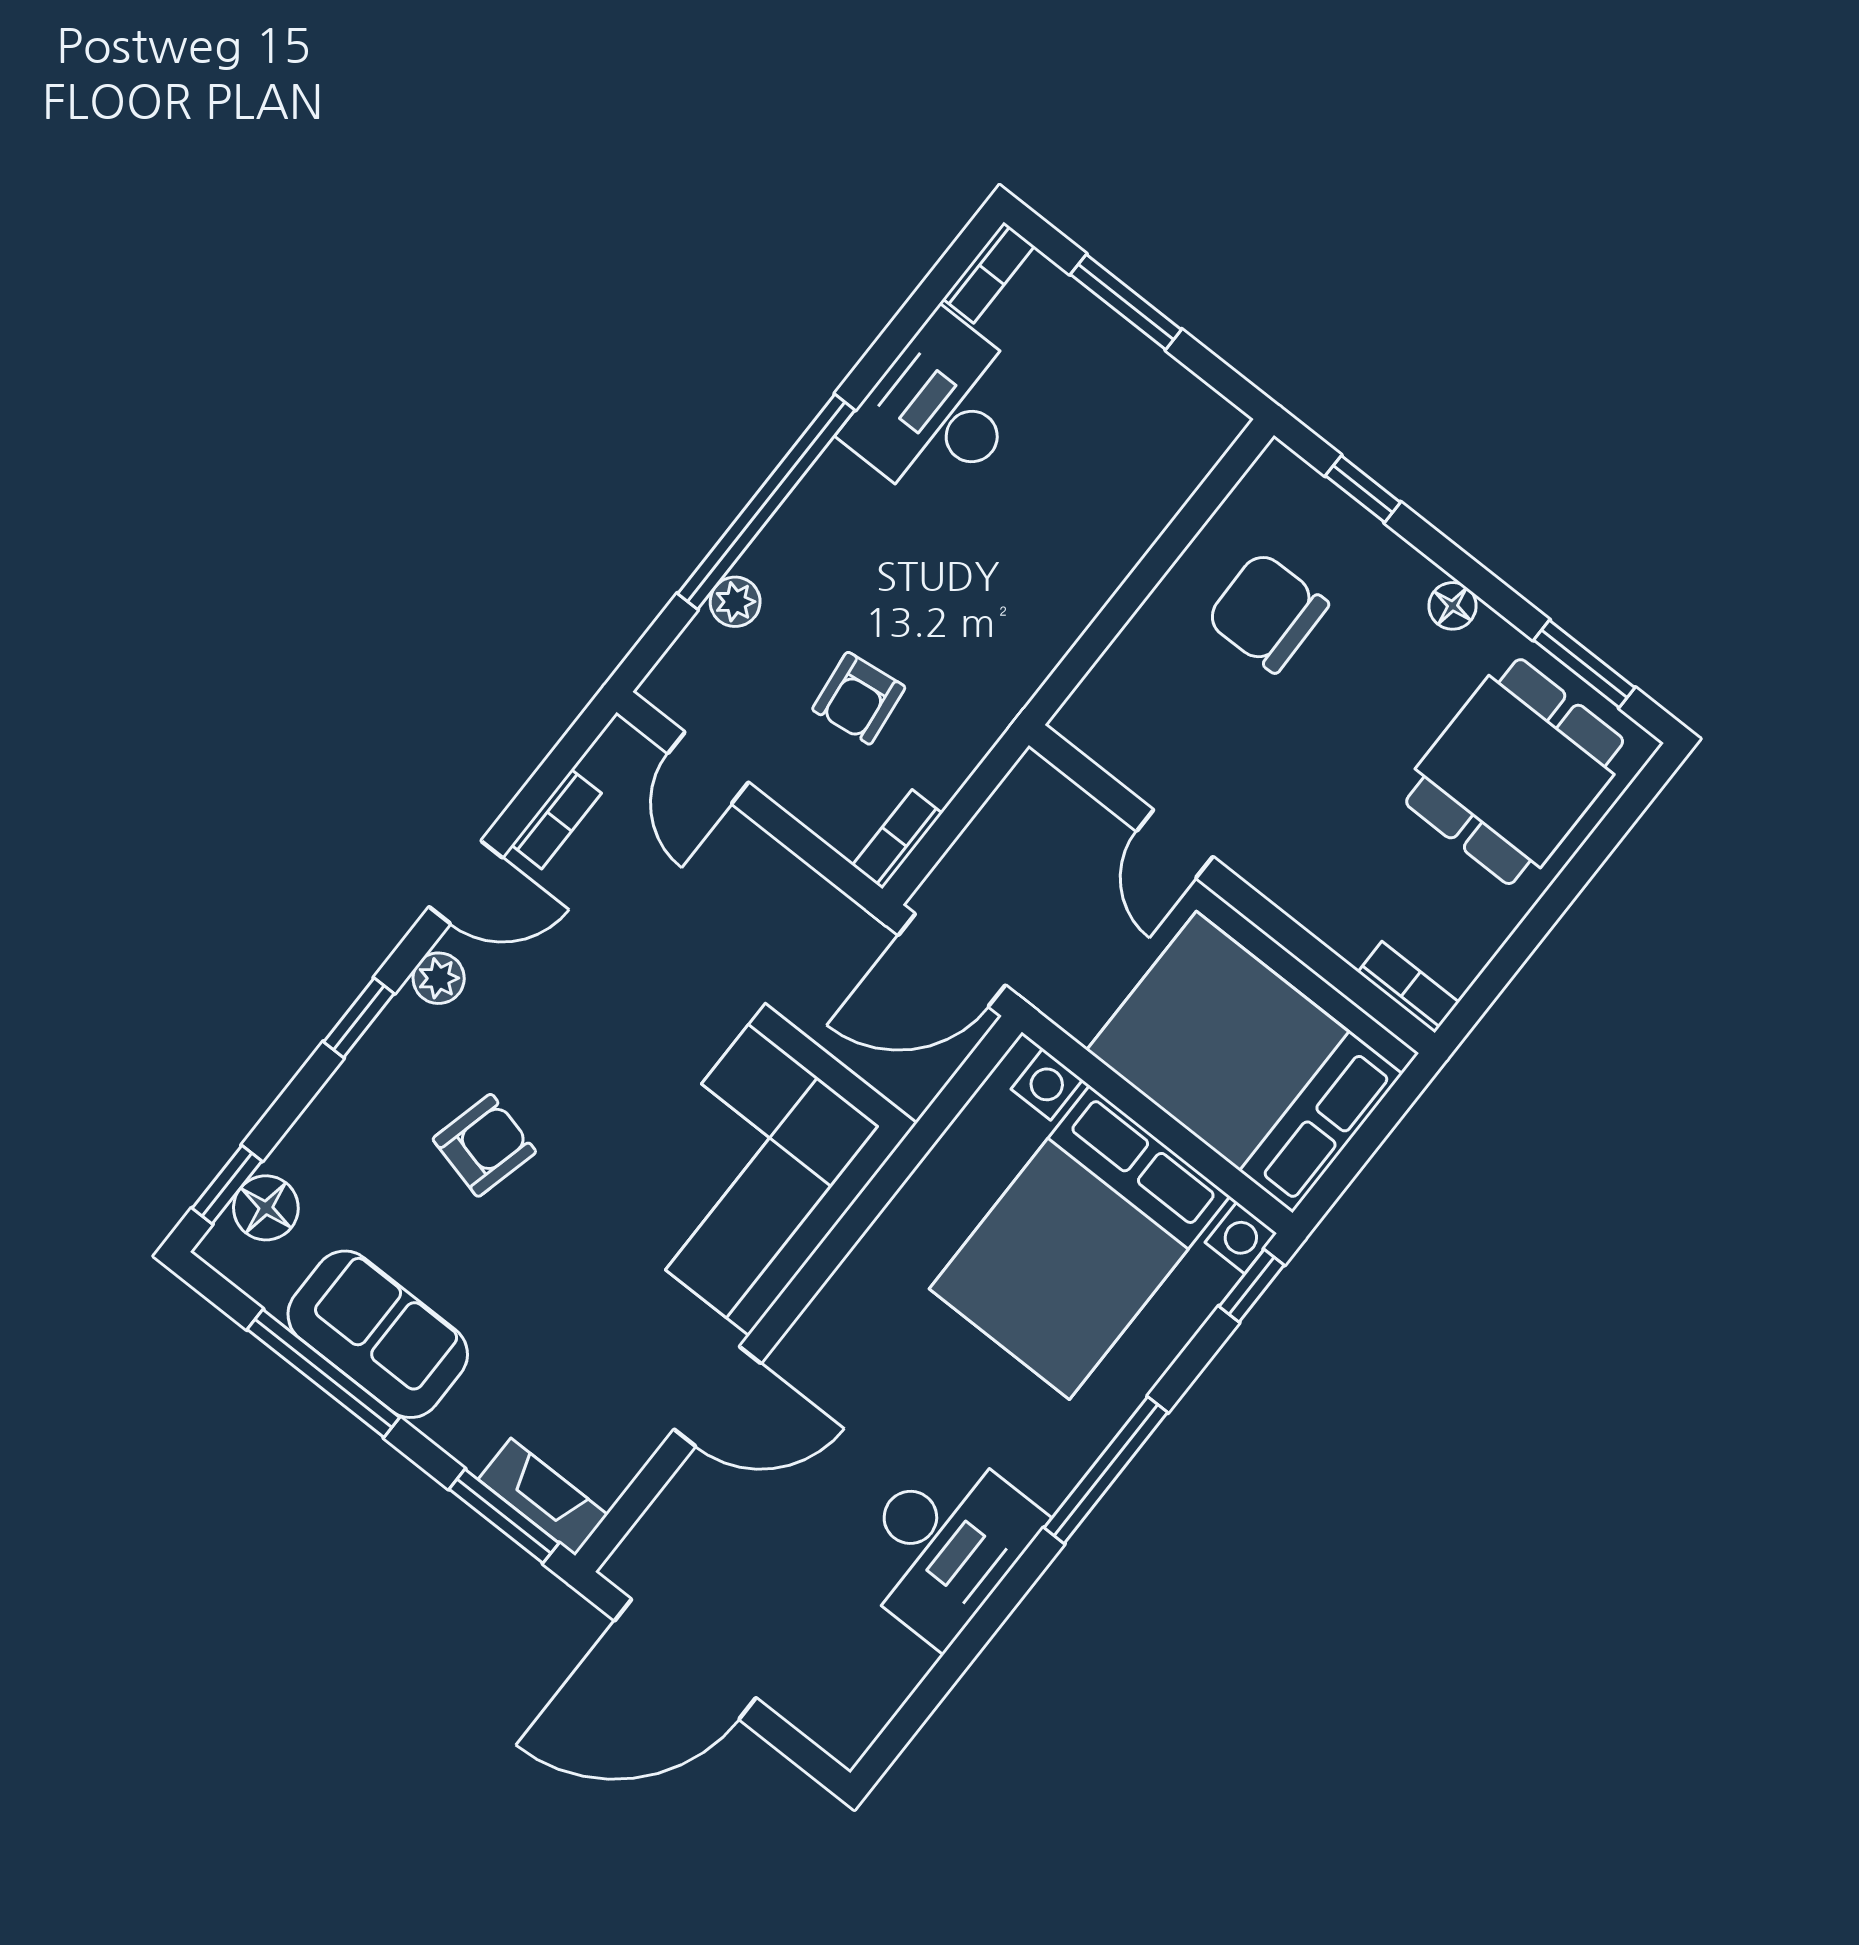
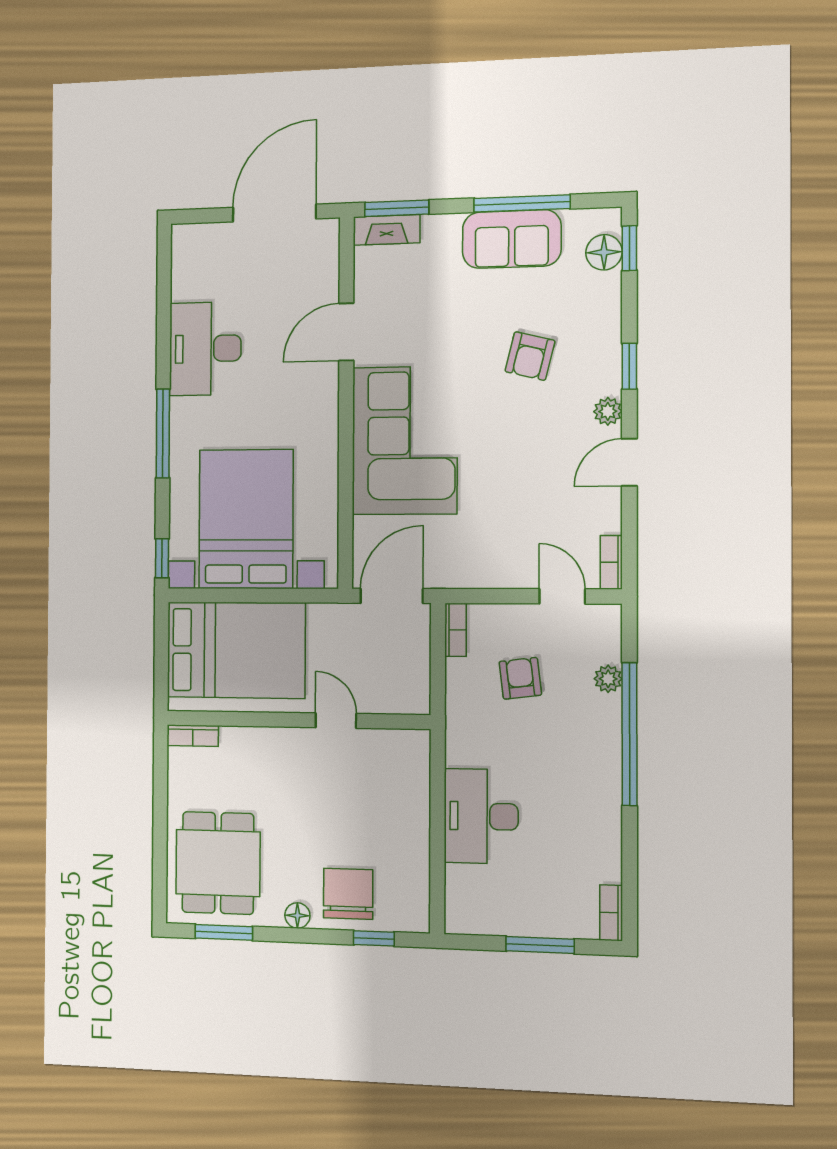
desk: (939, 411) -> (481, 816), moved, turned 180
chair: (1267, 612) -> (348, 894), moved, turned -89
bookcase: (556, 819) -> (611, 562), moved

